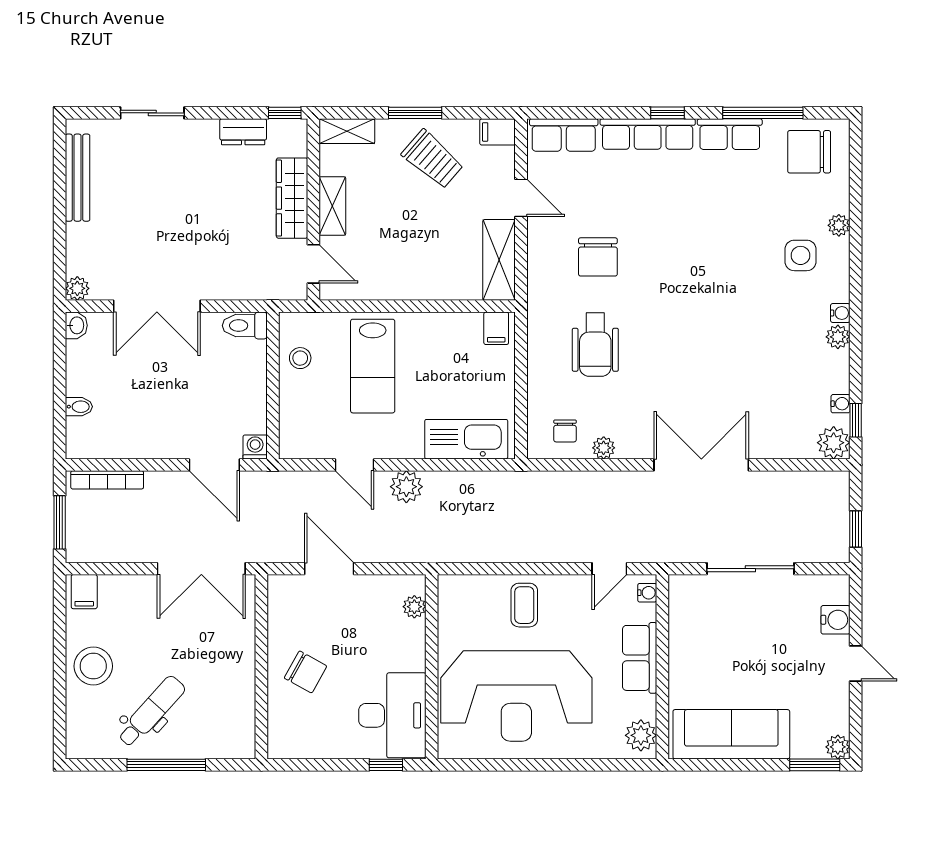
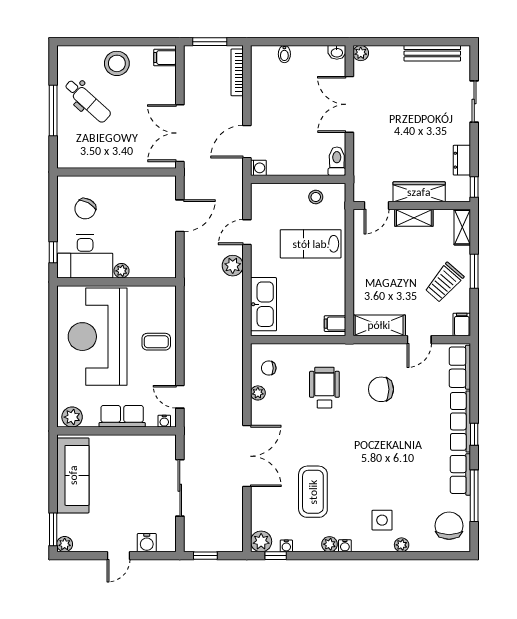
wheelchair: (595, 345) -> (324, 388), turned 90
coffee table: (756, 362) -> (313, 492), added
plant: (414, 607) -> (121, 271), moved
chair: (306, 672) -> (85, 209), moved

